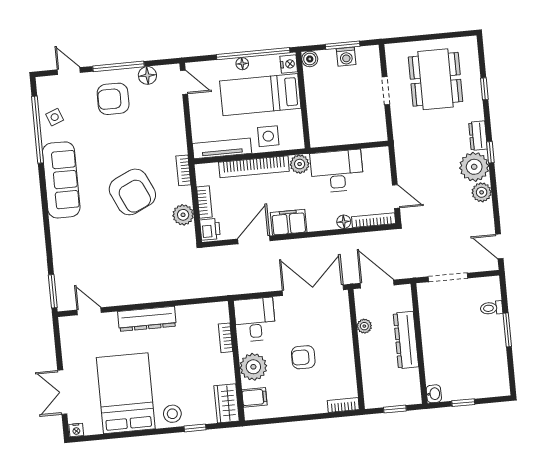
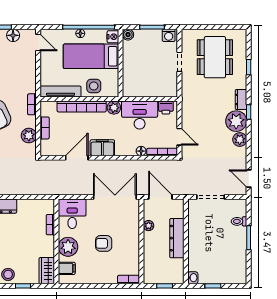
washing machine: (346, 57) -> (169, 35), moved
printer: (210, 229) -> (166, 108), moved, turned 90

